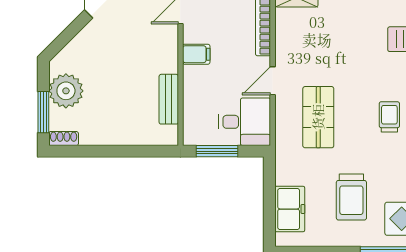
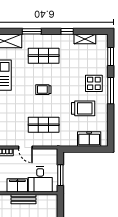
filing cabinet: (196, 54) -> (17, 185), width x2.00
bench: (169, 99) -> (23, 199), moved
desk: (245, 122) -> (40, 179), moved, turned 180

